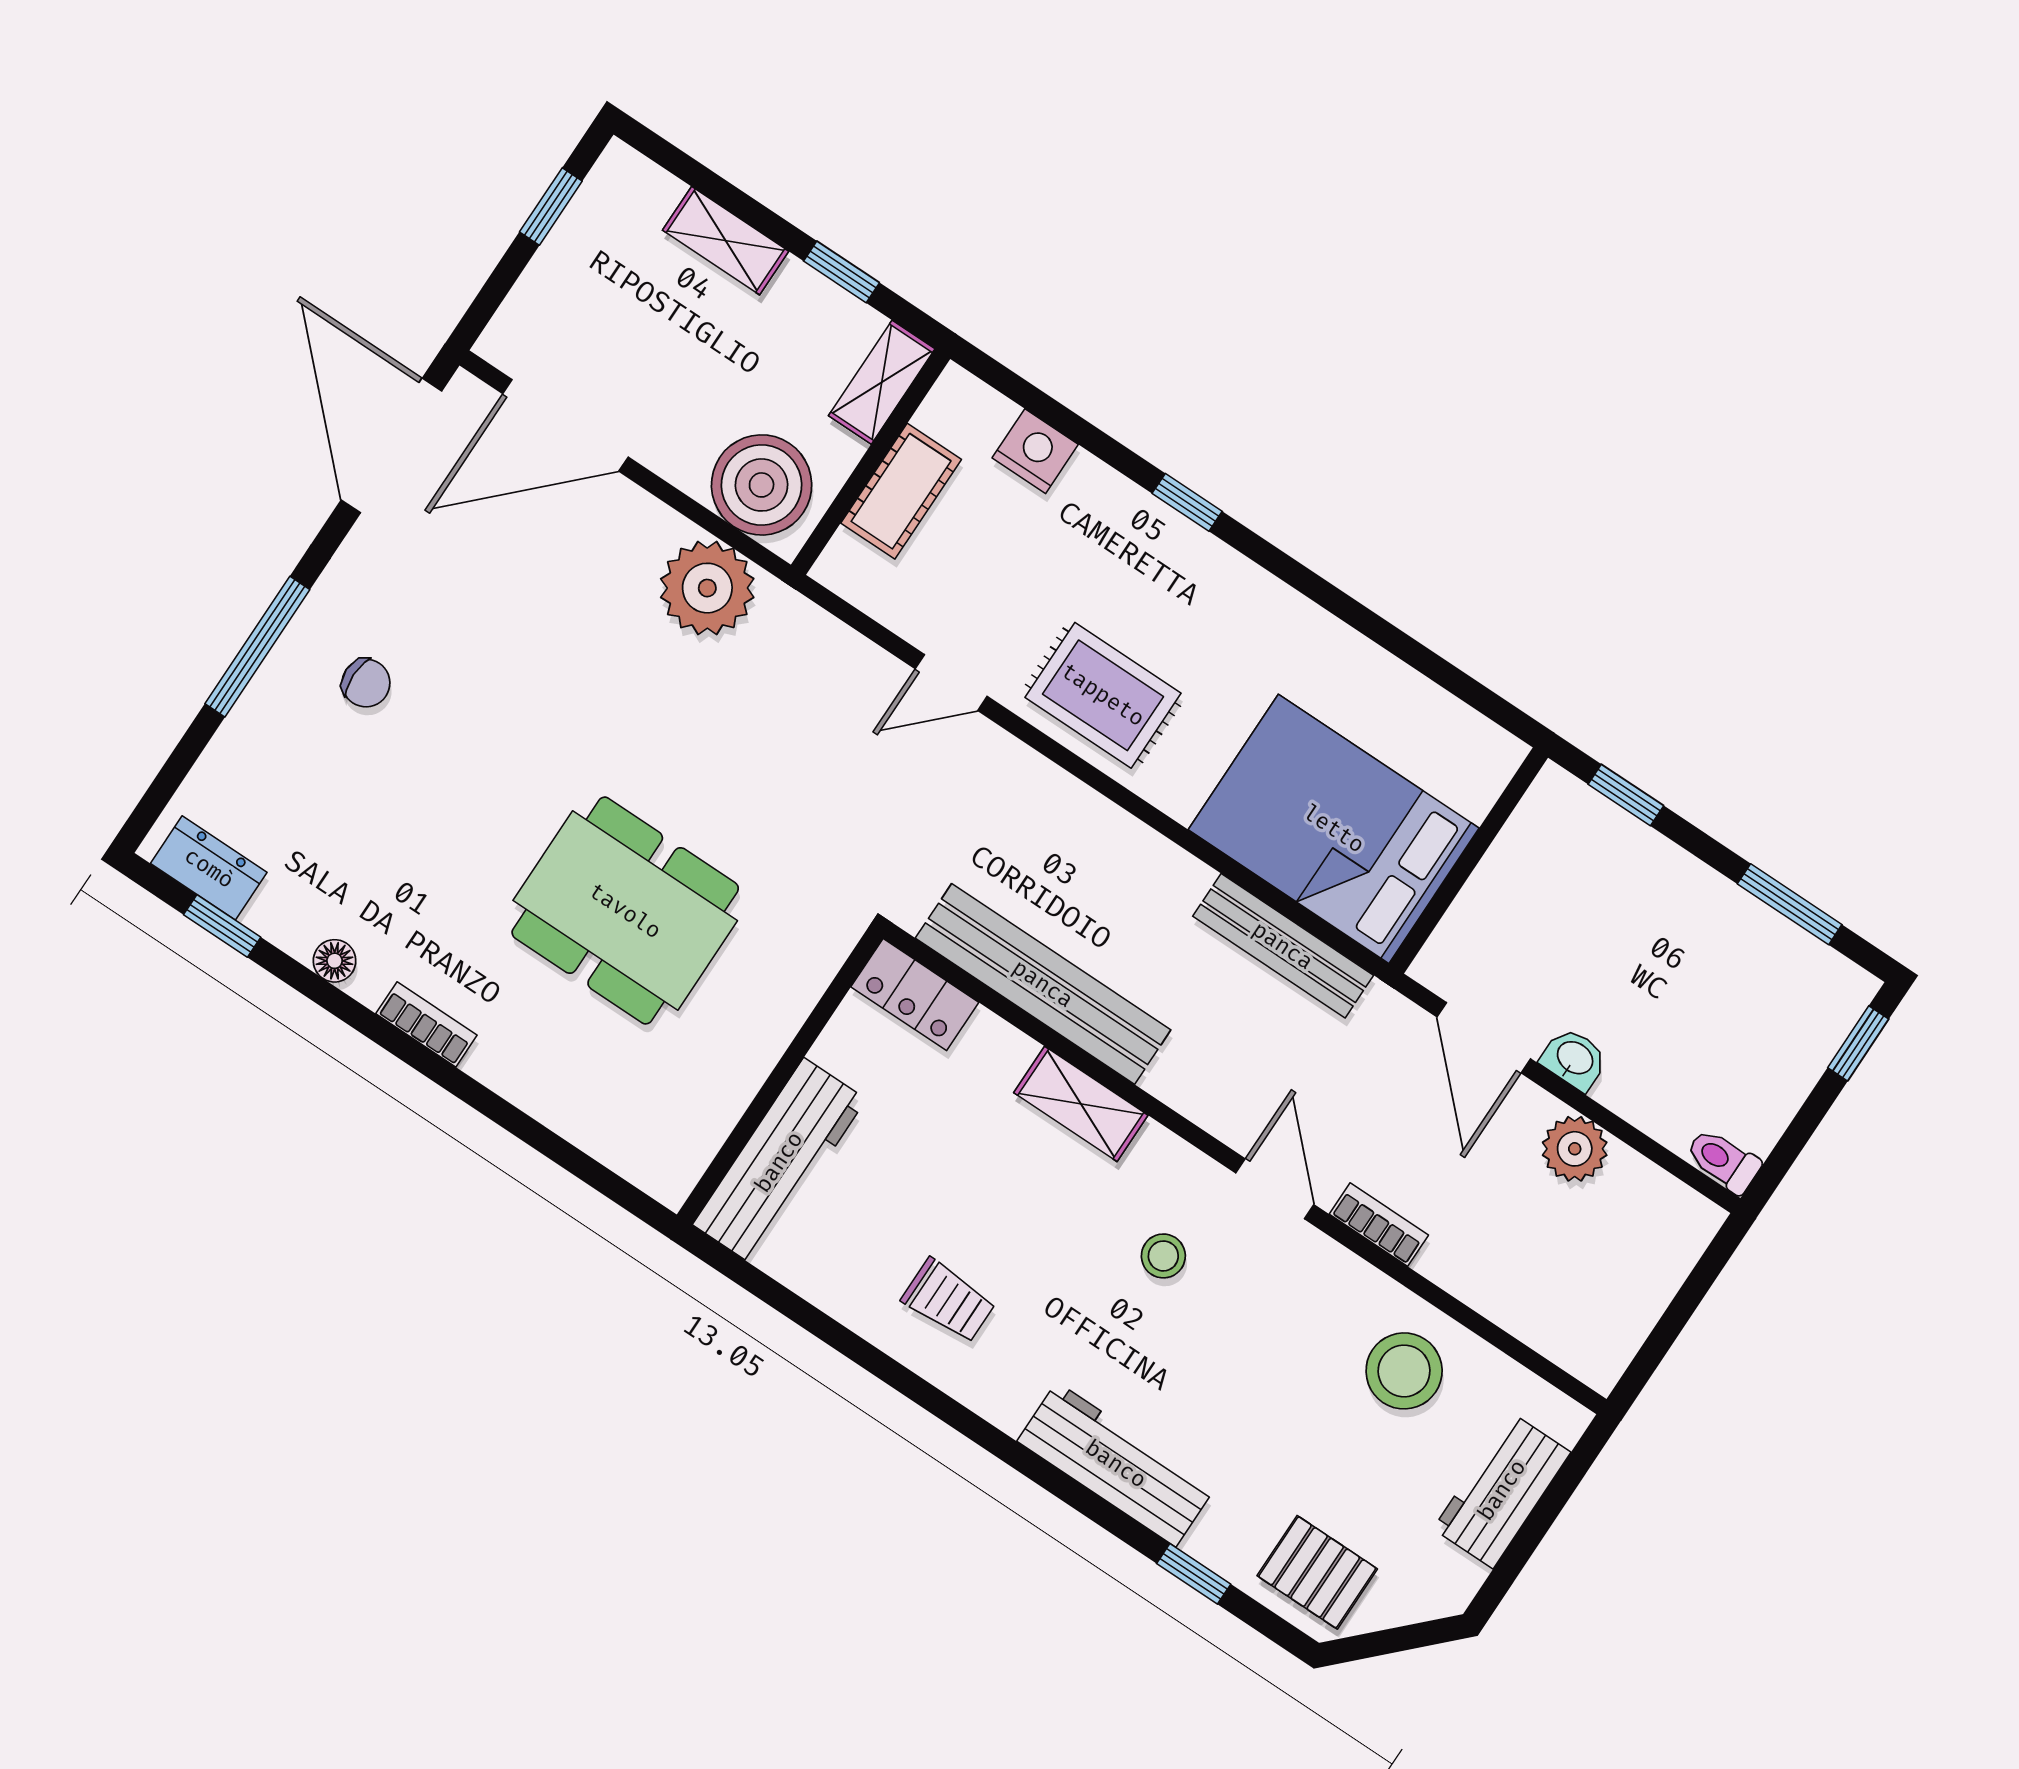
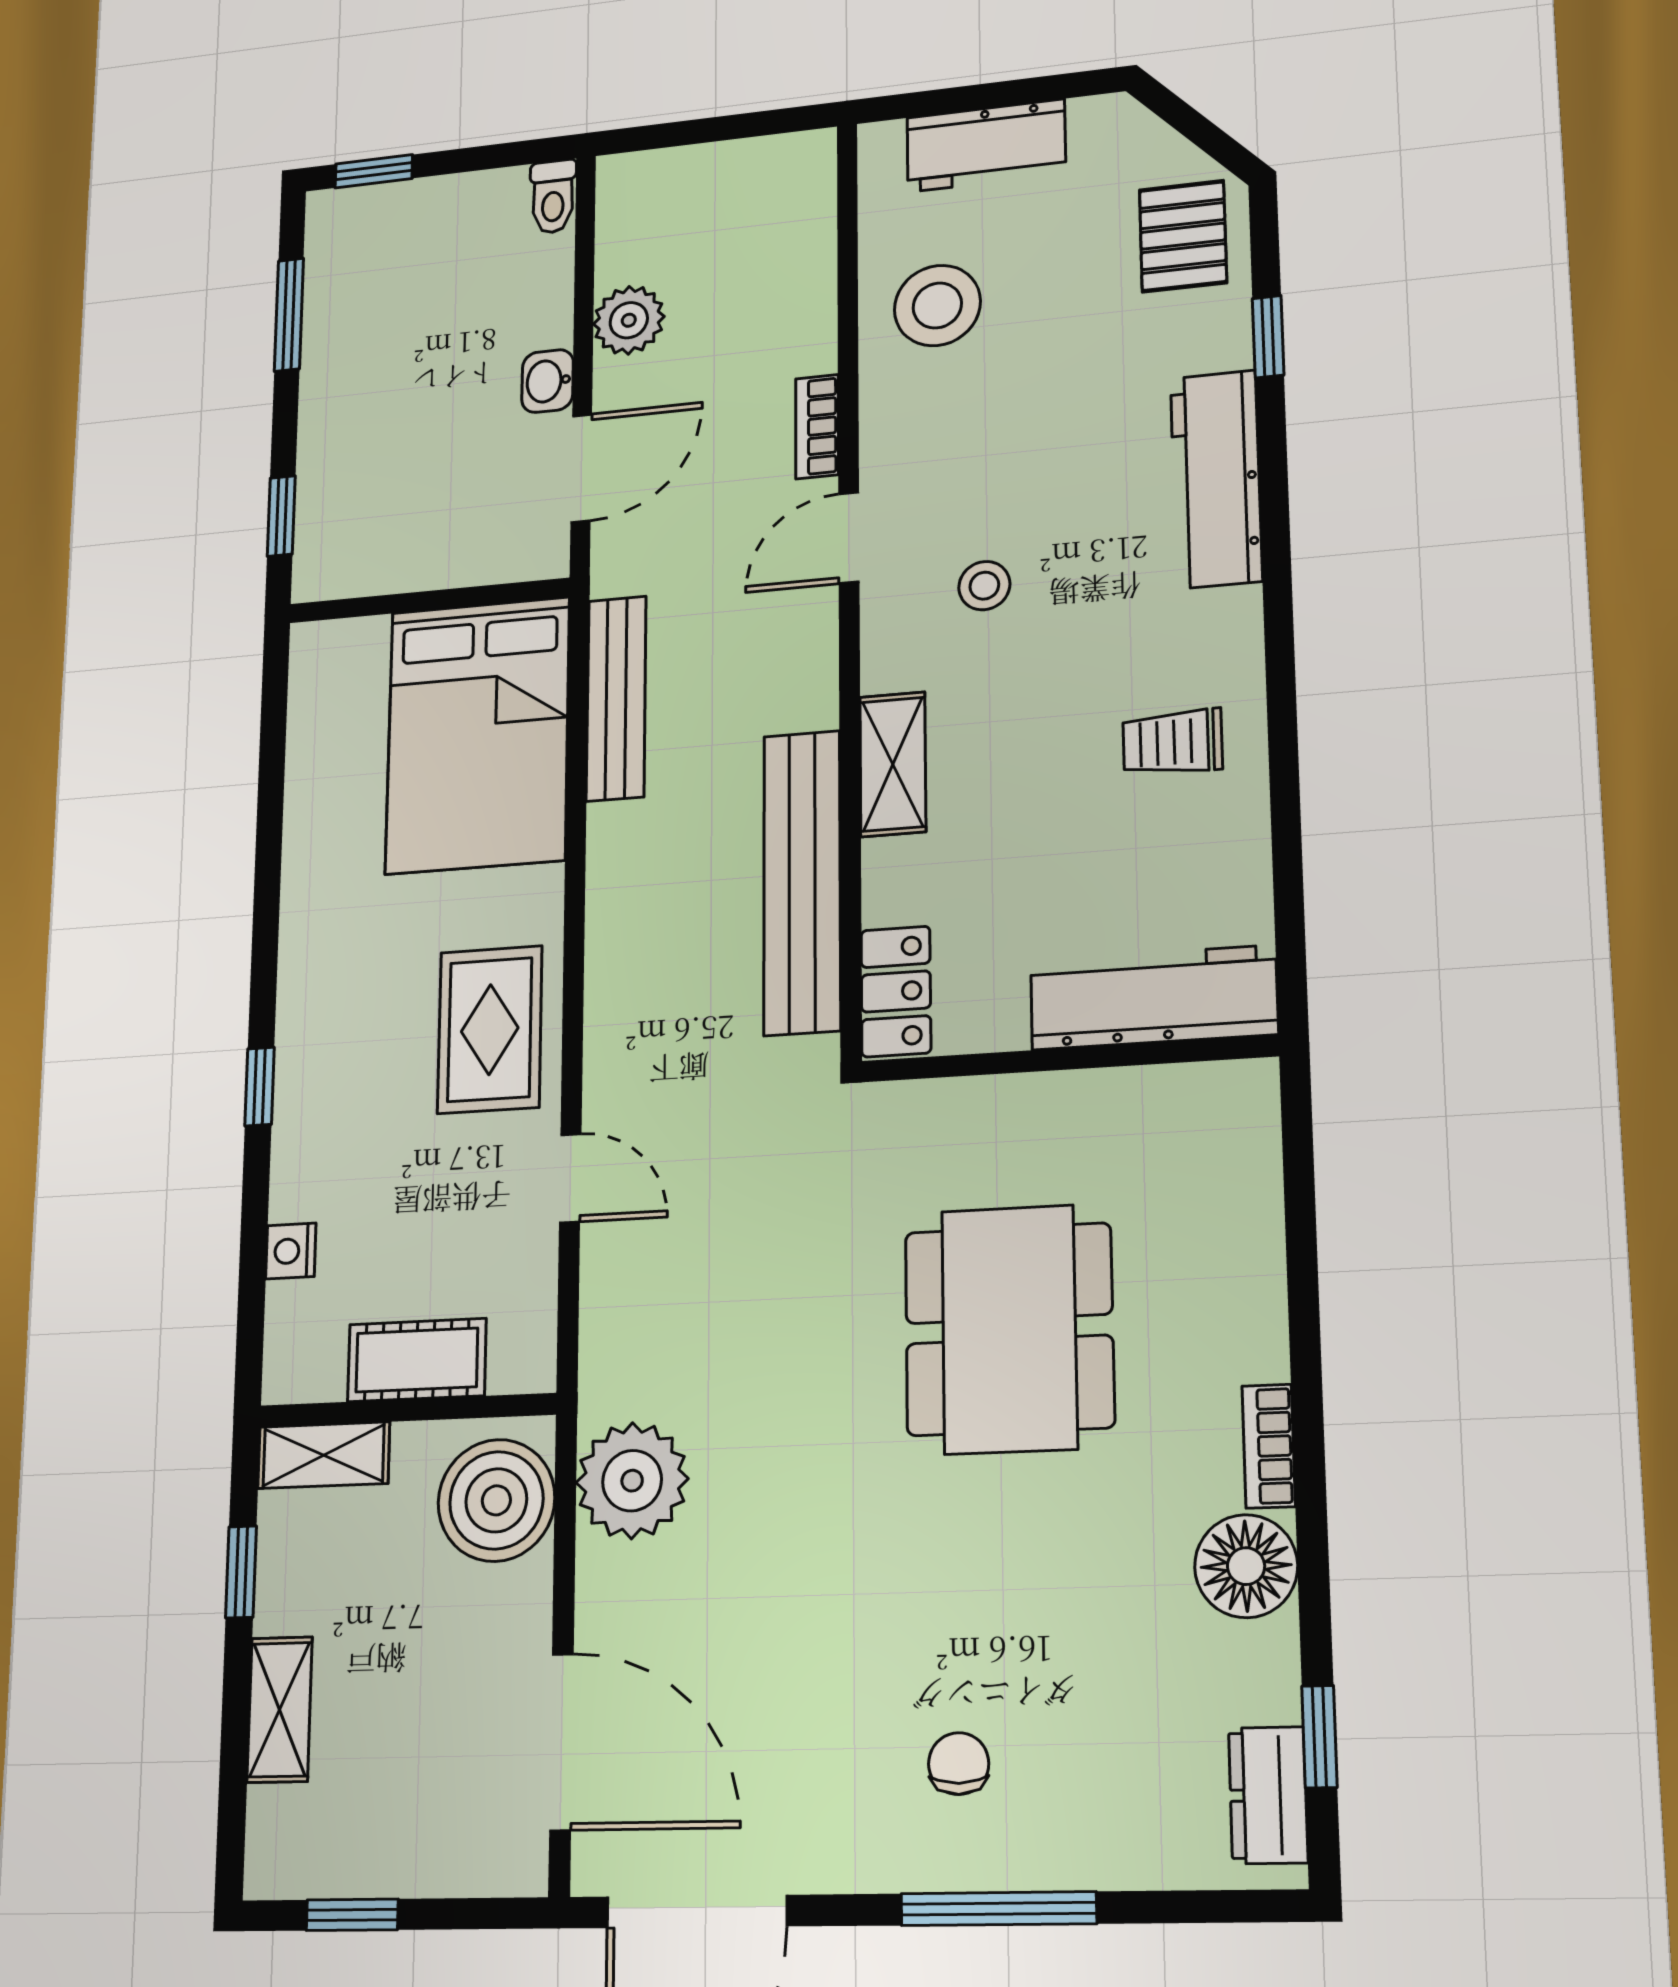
nightstand: (1035, 451) -> (291, 1251), width x0.72, depth x0.74
floor lamp: (335, 961) -> (1246, 1566), width x1.89, depth x1.89
trolley: (949, 1301) -> (1173, 742), turned -90

